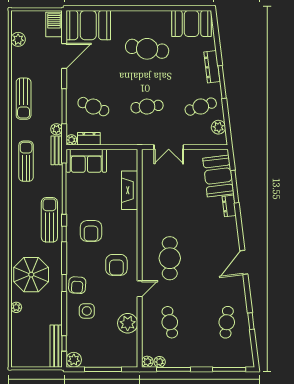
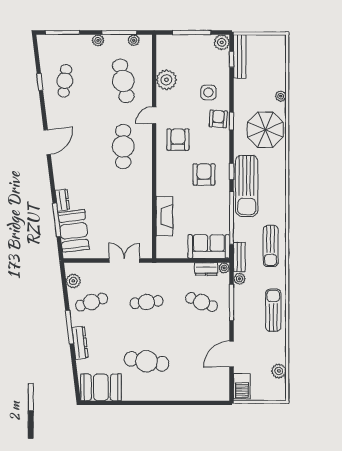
booth: (88, 25) -> (207, 386), removed
sun lounger: (49, 220) -> (247, 186), width x1.36, depth x1.34
cafe table: (170, 322) -> (123, 81), width x1.37, depth x1.35
plant: (147, 362) -> (98, 40), moved

